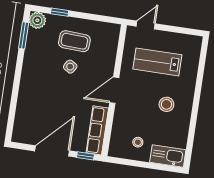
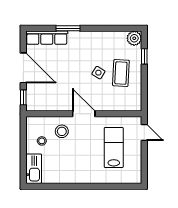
window: (24, 35) -> (68, 28), moved
stool: (166, 104) -> (62, 131), moved
row of seats: (97, 130) -> (47, 38), moved, turned 180

